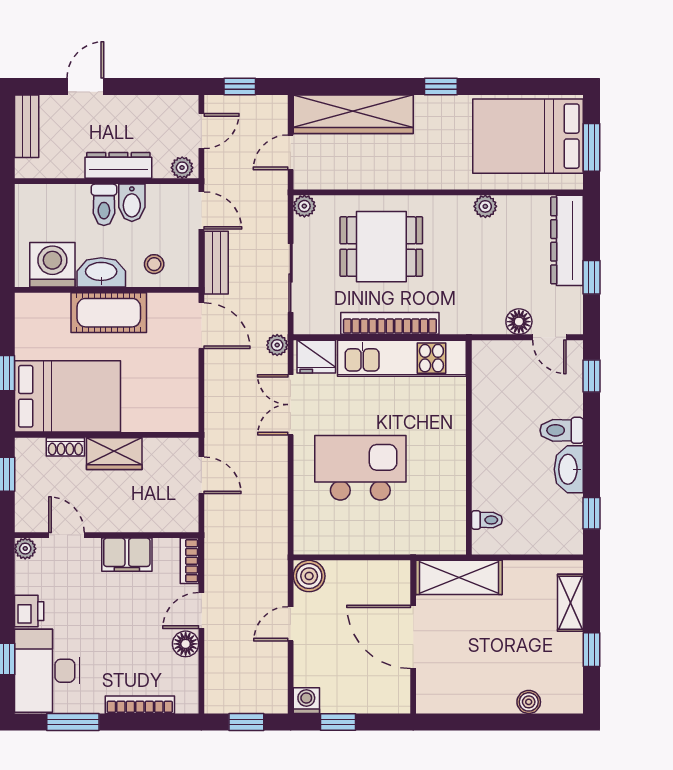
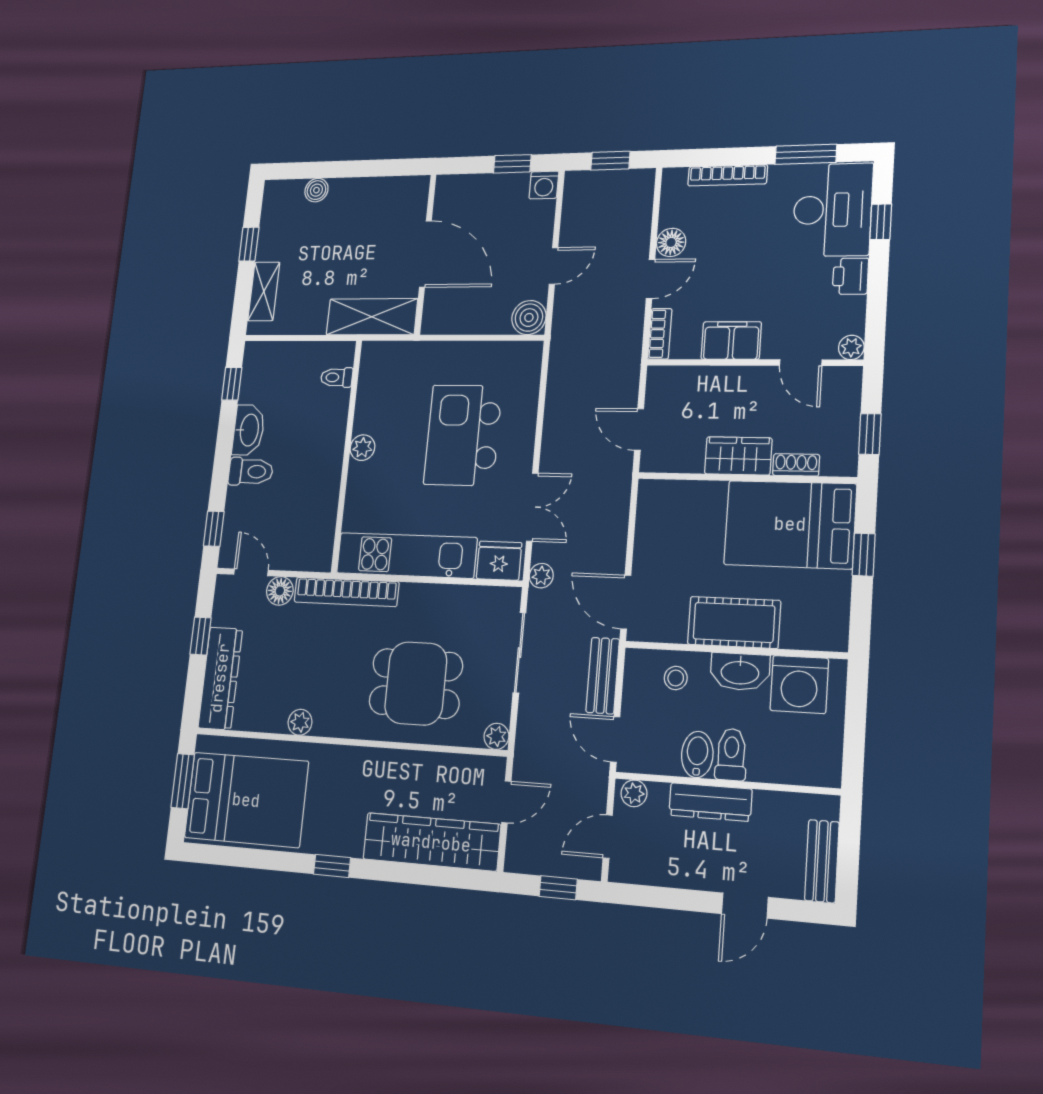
bookcase: (390, 323) -> (346, 592), moved
plant: (454, 455) -> (362, 448), added
kitchen island: (360, 468) -> (463, 435), turned 90

